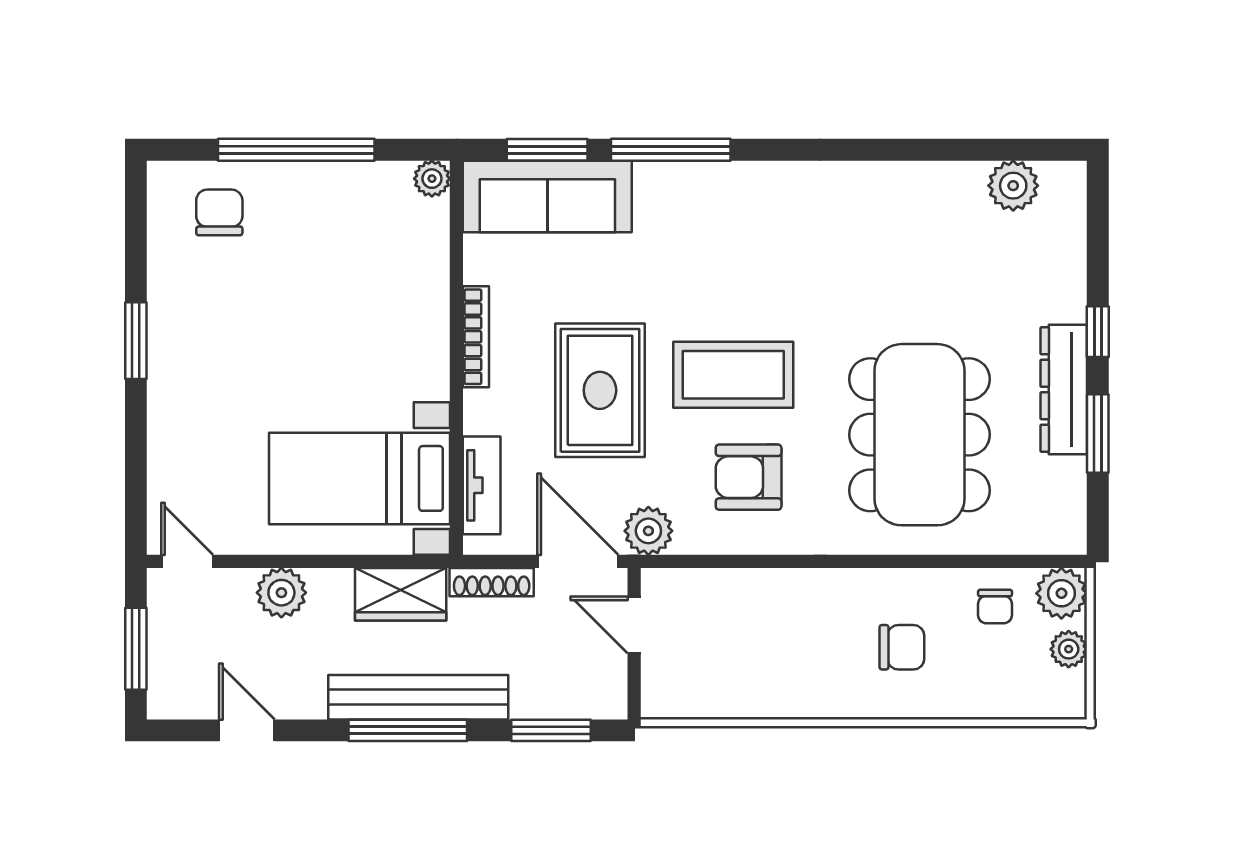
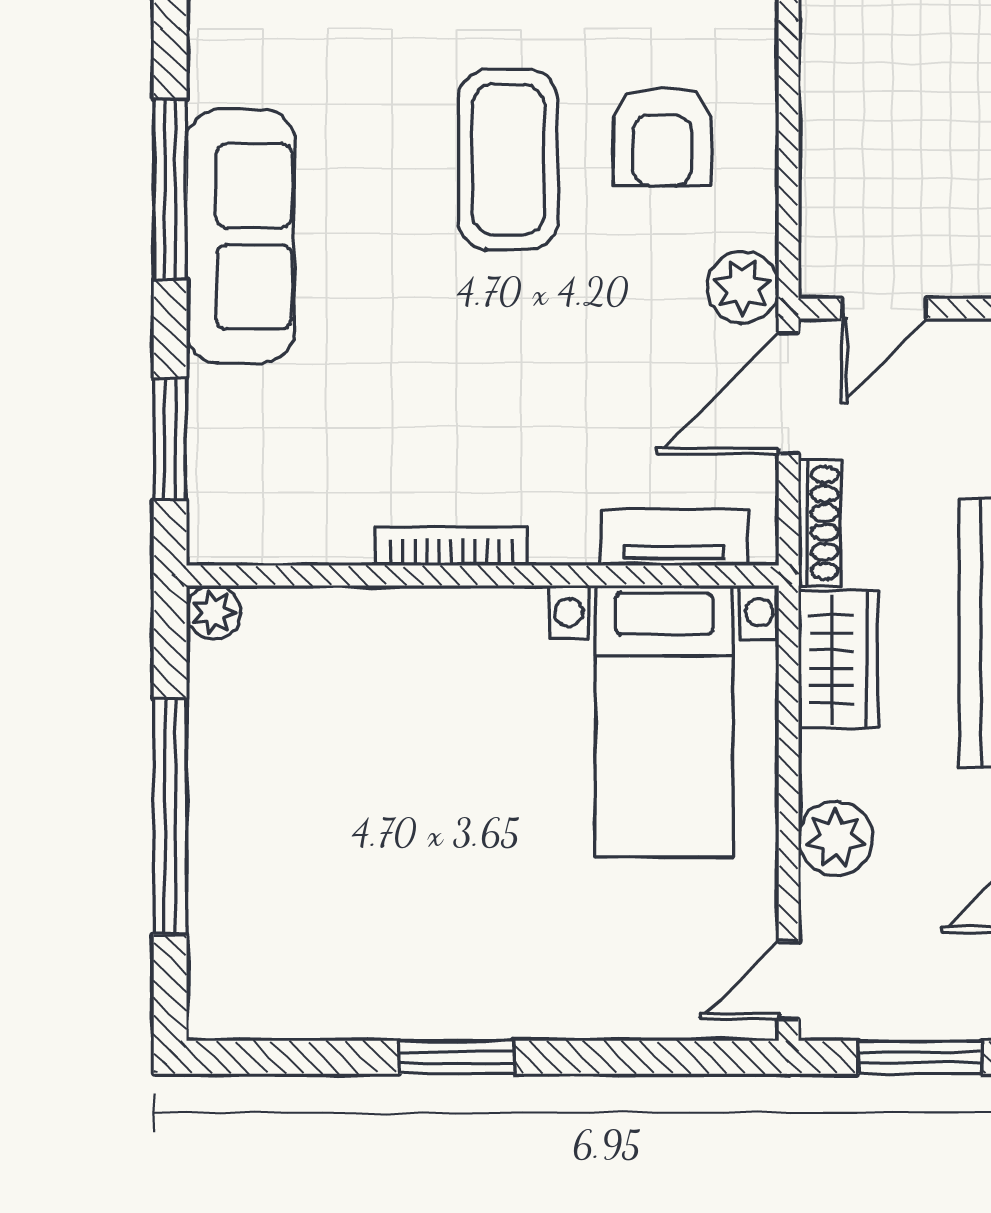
window: (671, 150) -> (170, 189), moved
sofa: (547, 196) -> (240, 236), moved
chair: (219, 212) -> (264, 932), removed
rug: (600, 390) -> (532, 360), removed

